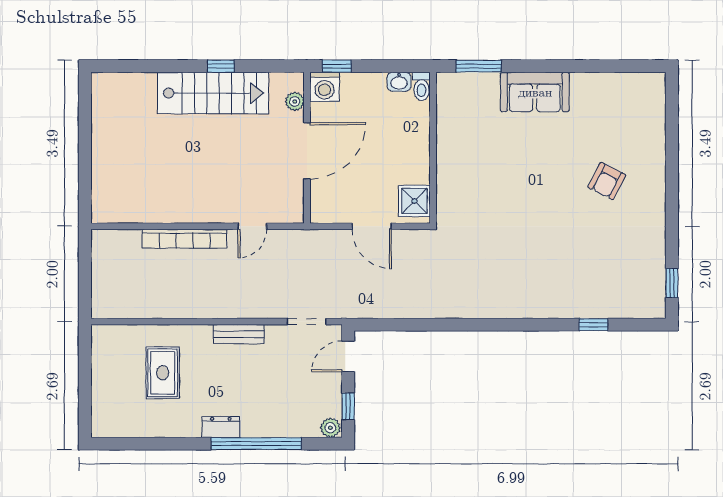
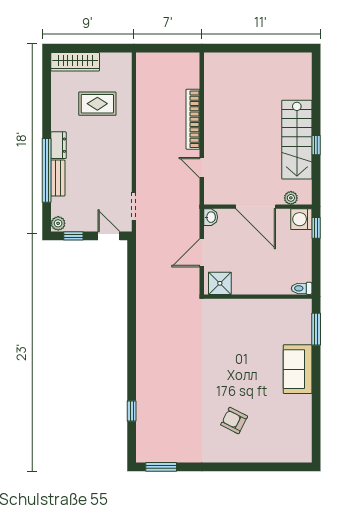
washbasin: (399, 82) -> (211, 217), moved, turned 180
window: (672, 283) -> (161, 467), width x1.50
bench: (239, 334) -> (58, 178), moved
wardrobe: (104, 404) -> (75, 62), added

